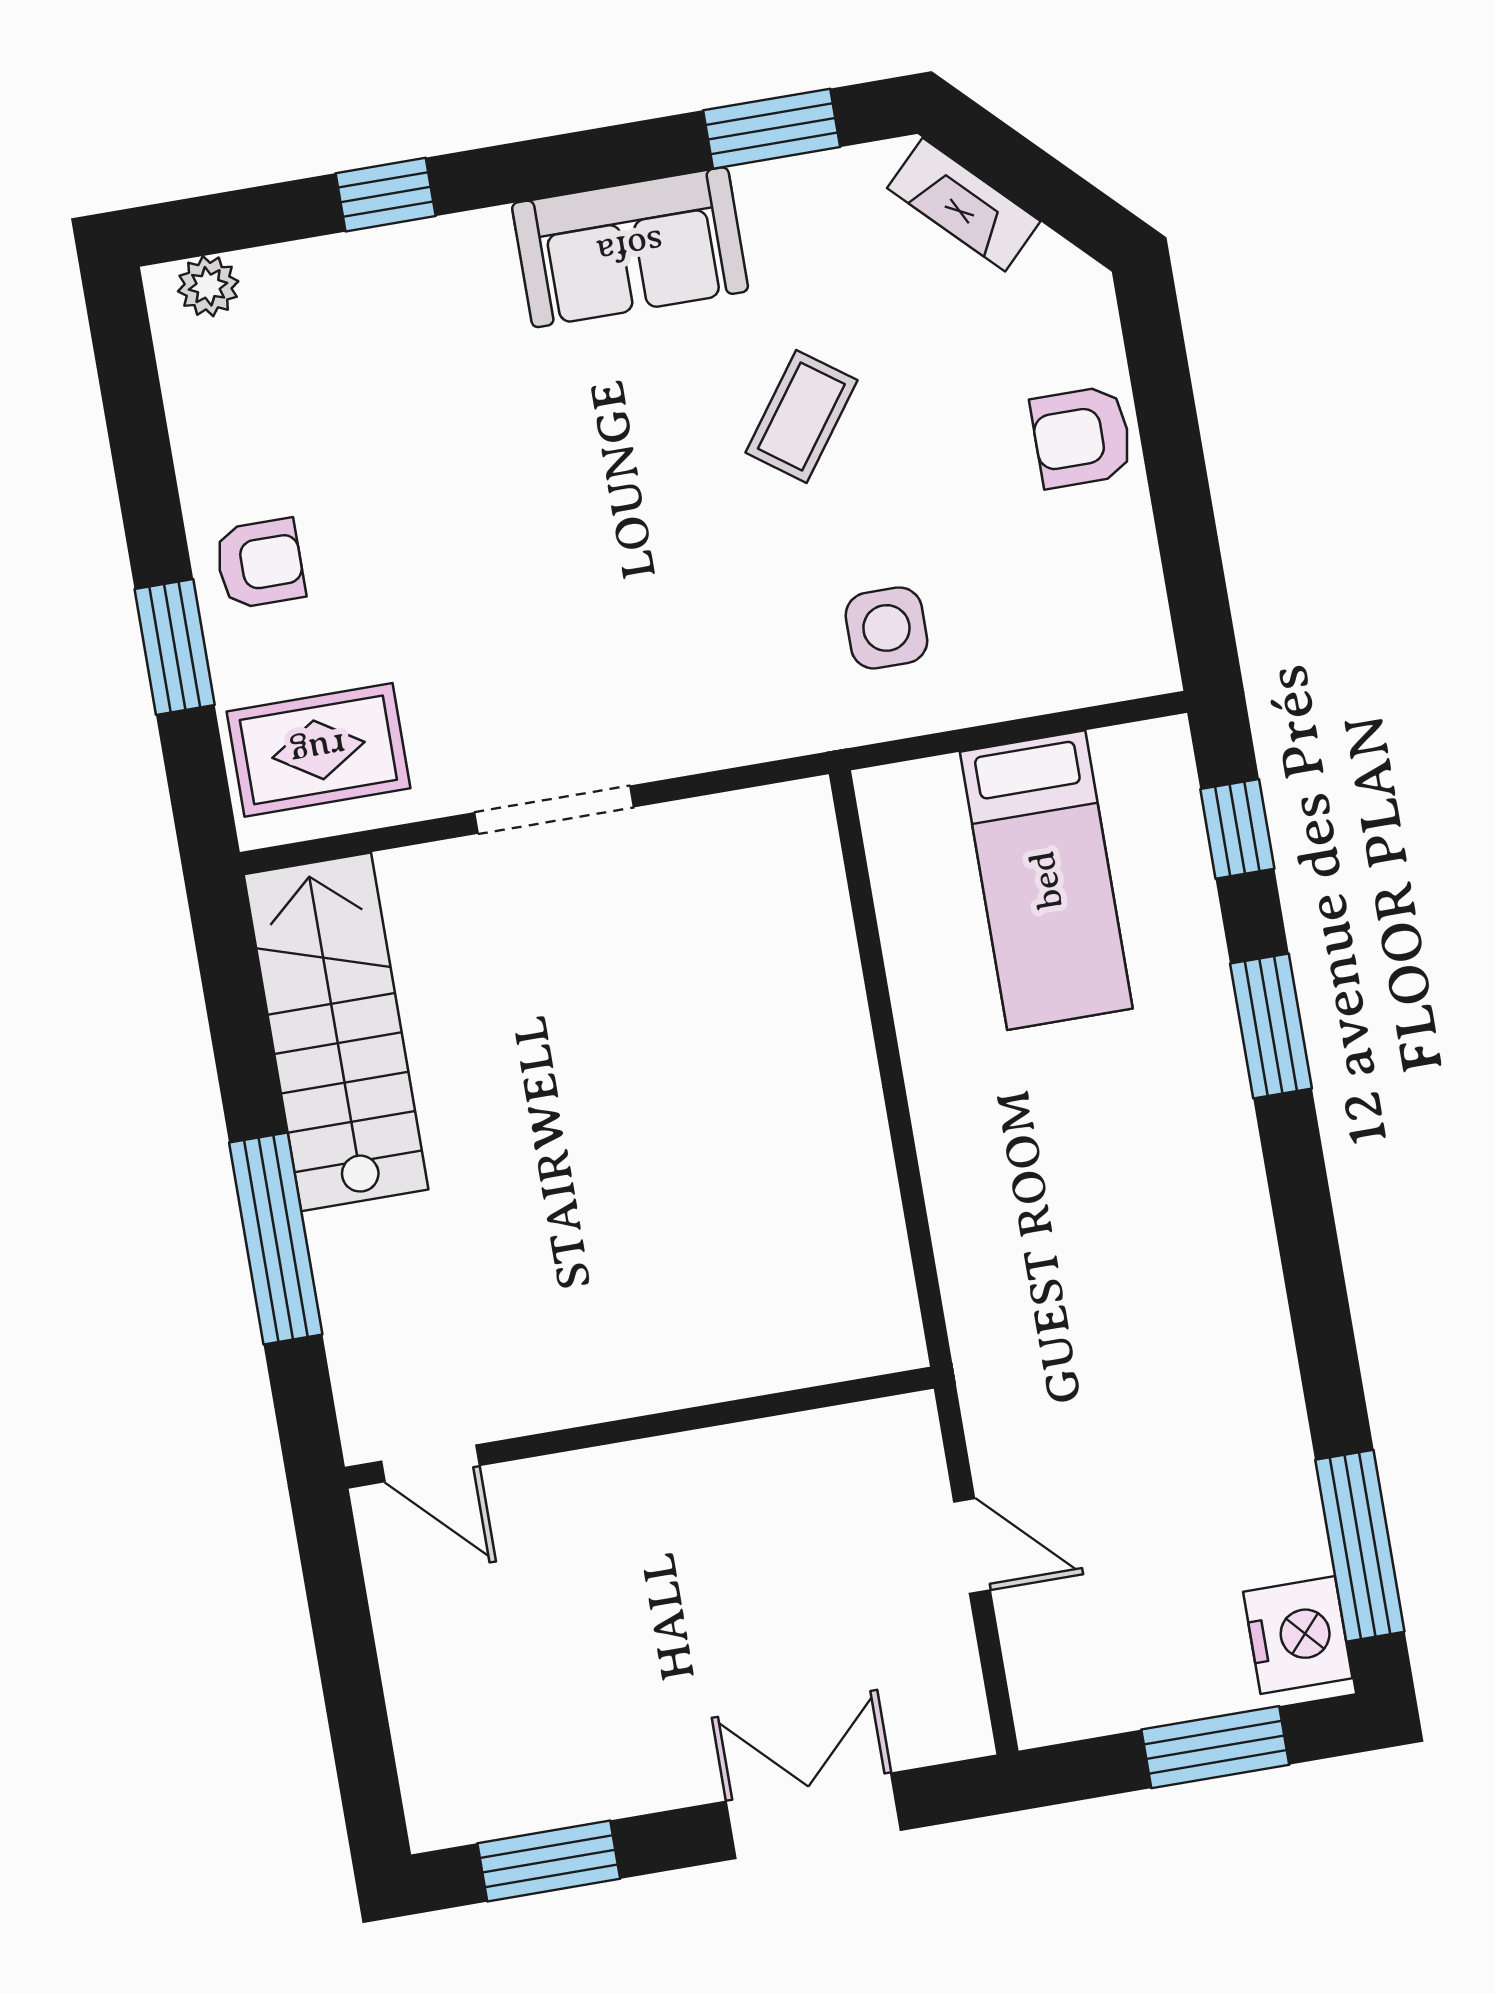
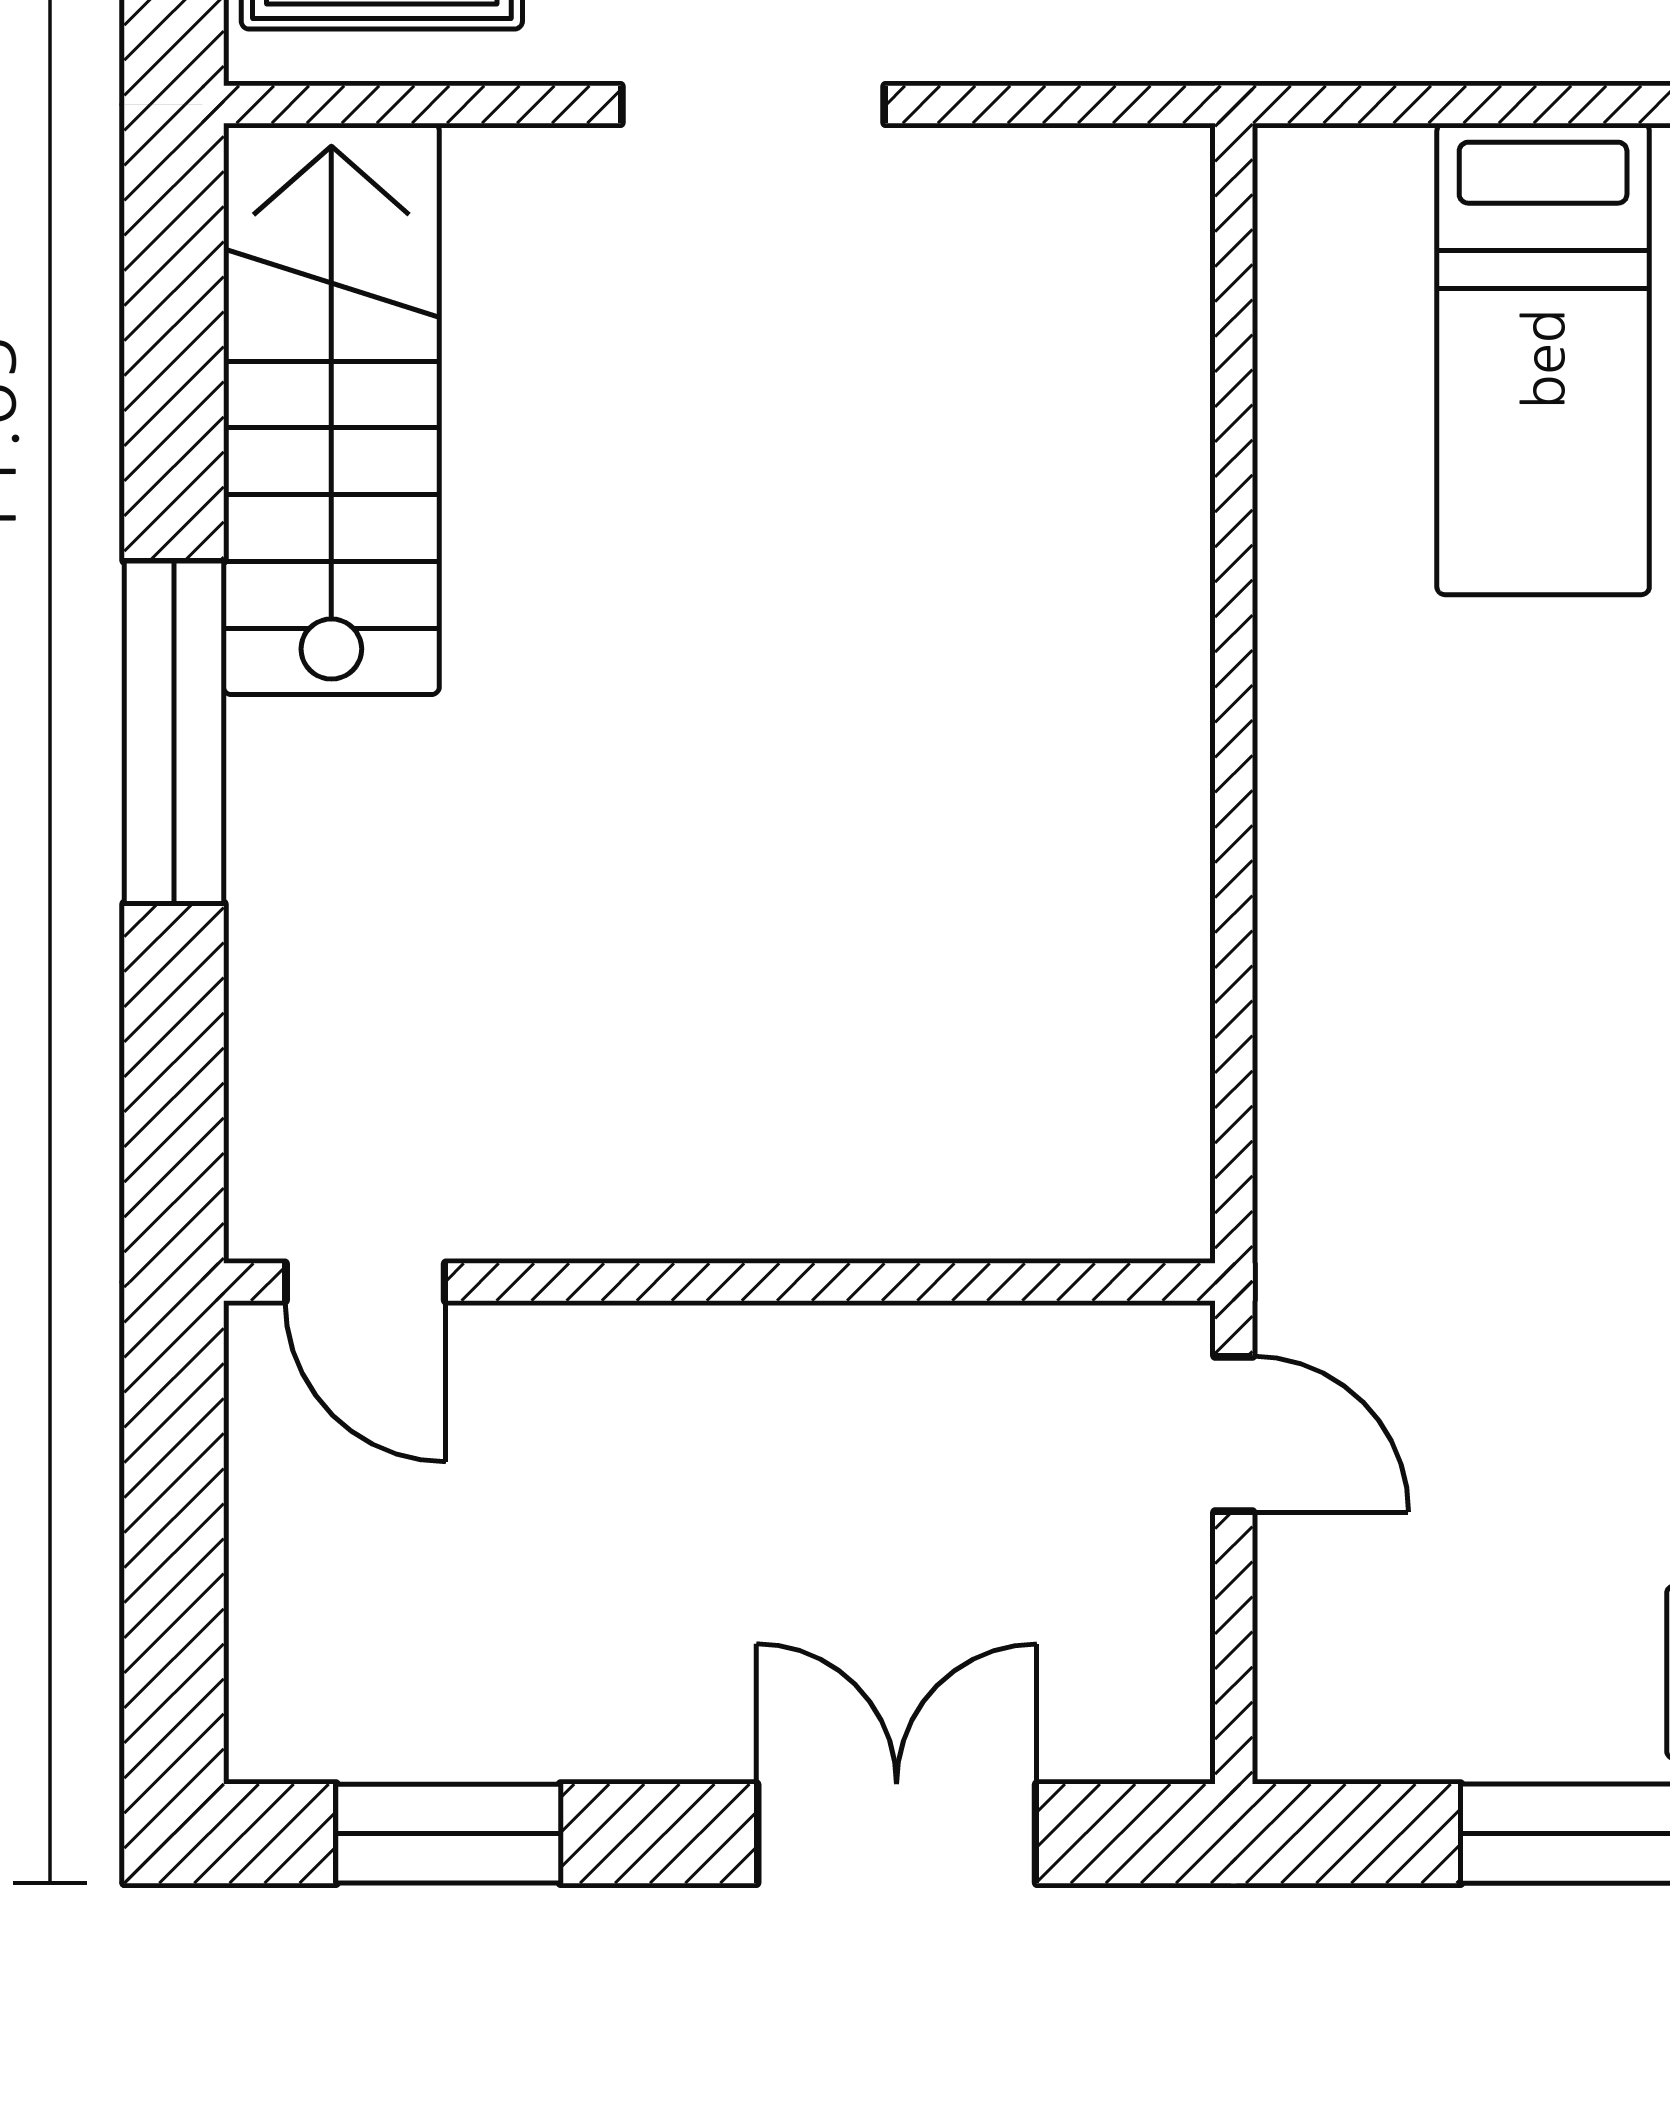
wall: (639, 1428) -> (719, 1282), moved
door: (430, 1463) -> (365, 1282), moved

